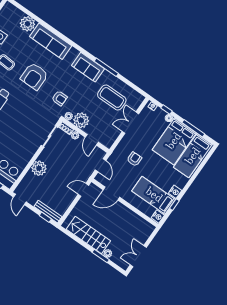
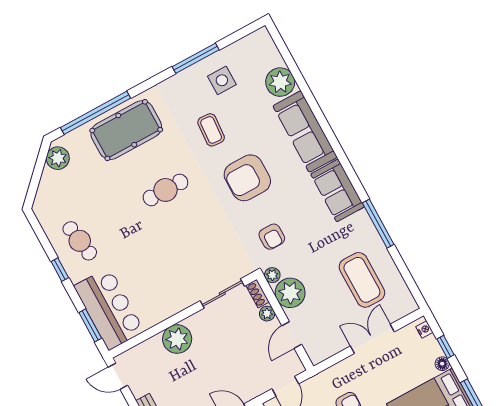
sofa: (88, 67) -> (338, 190), moved
door: (20, 199) -> (118, 376), hinge flipped

